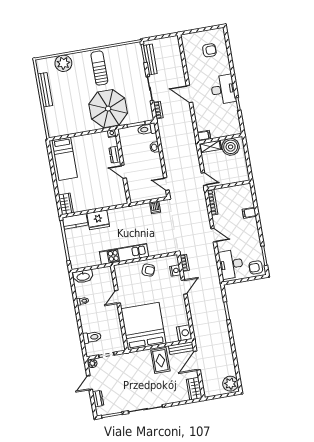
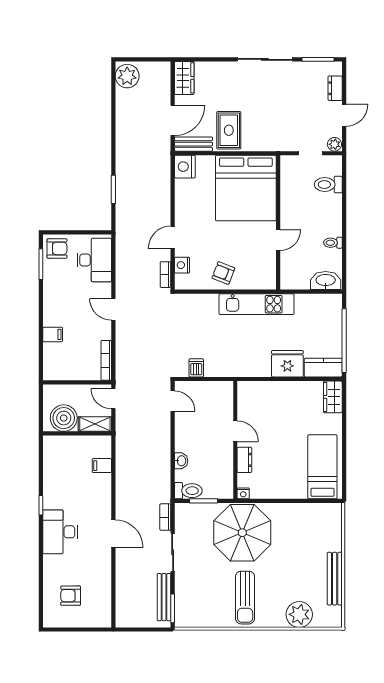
wall: (221, 139) -> (77, 433), moved
shelving: (210, 146) -> (95, 424), moved
boiler: (231, 147) -> (64, 418), moved

